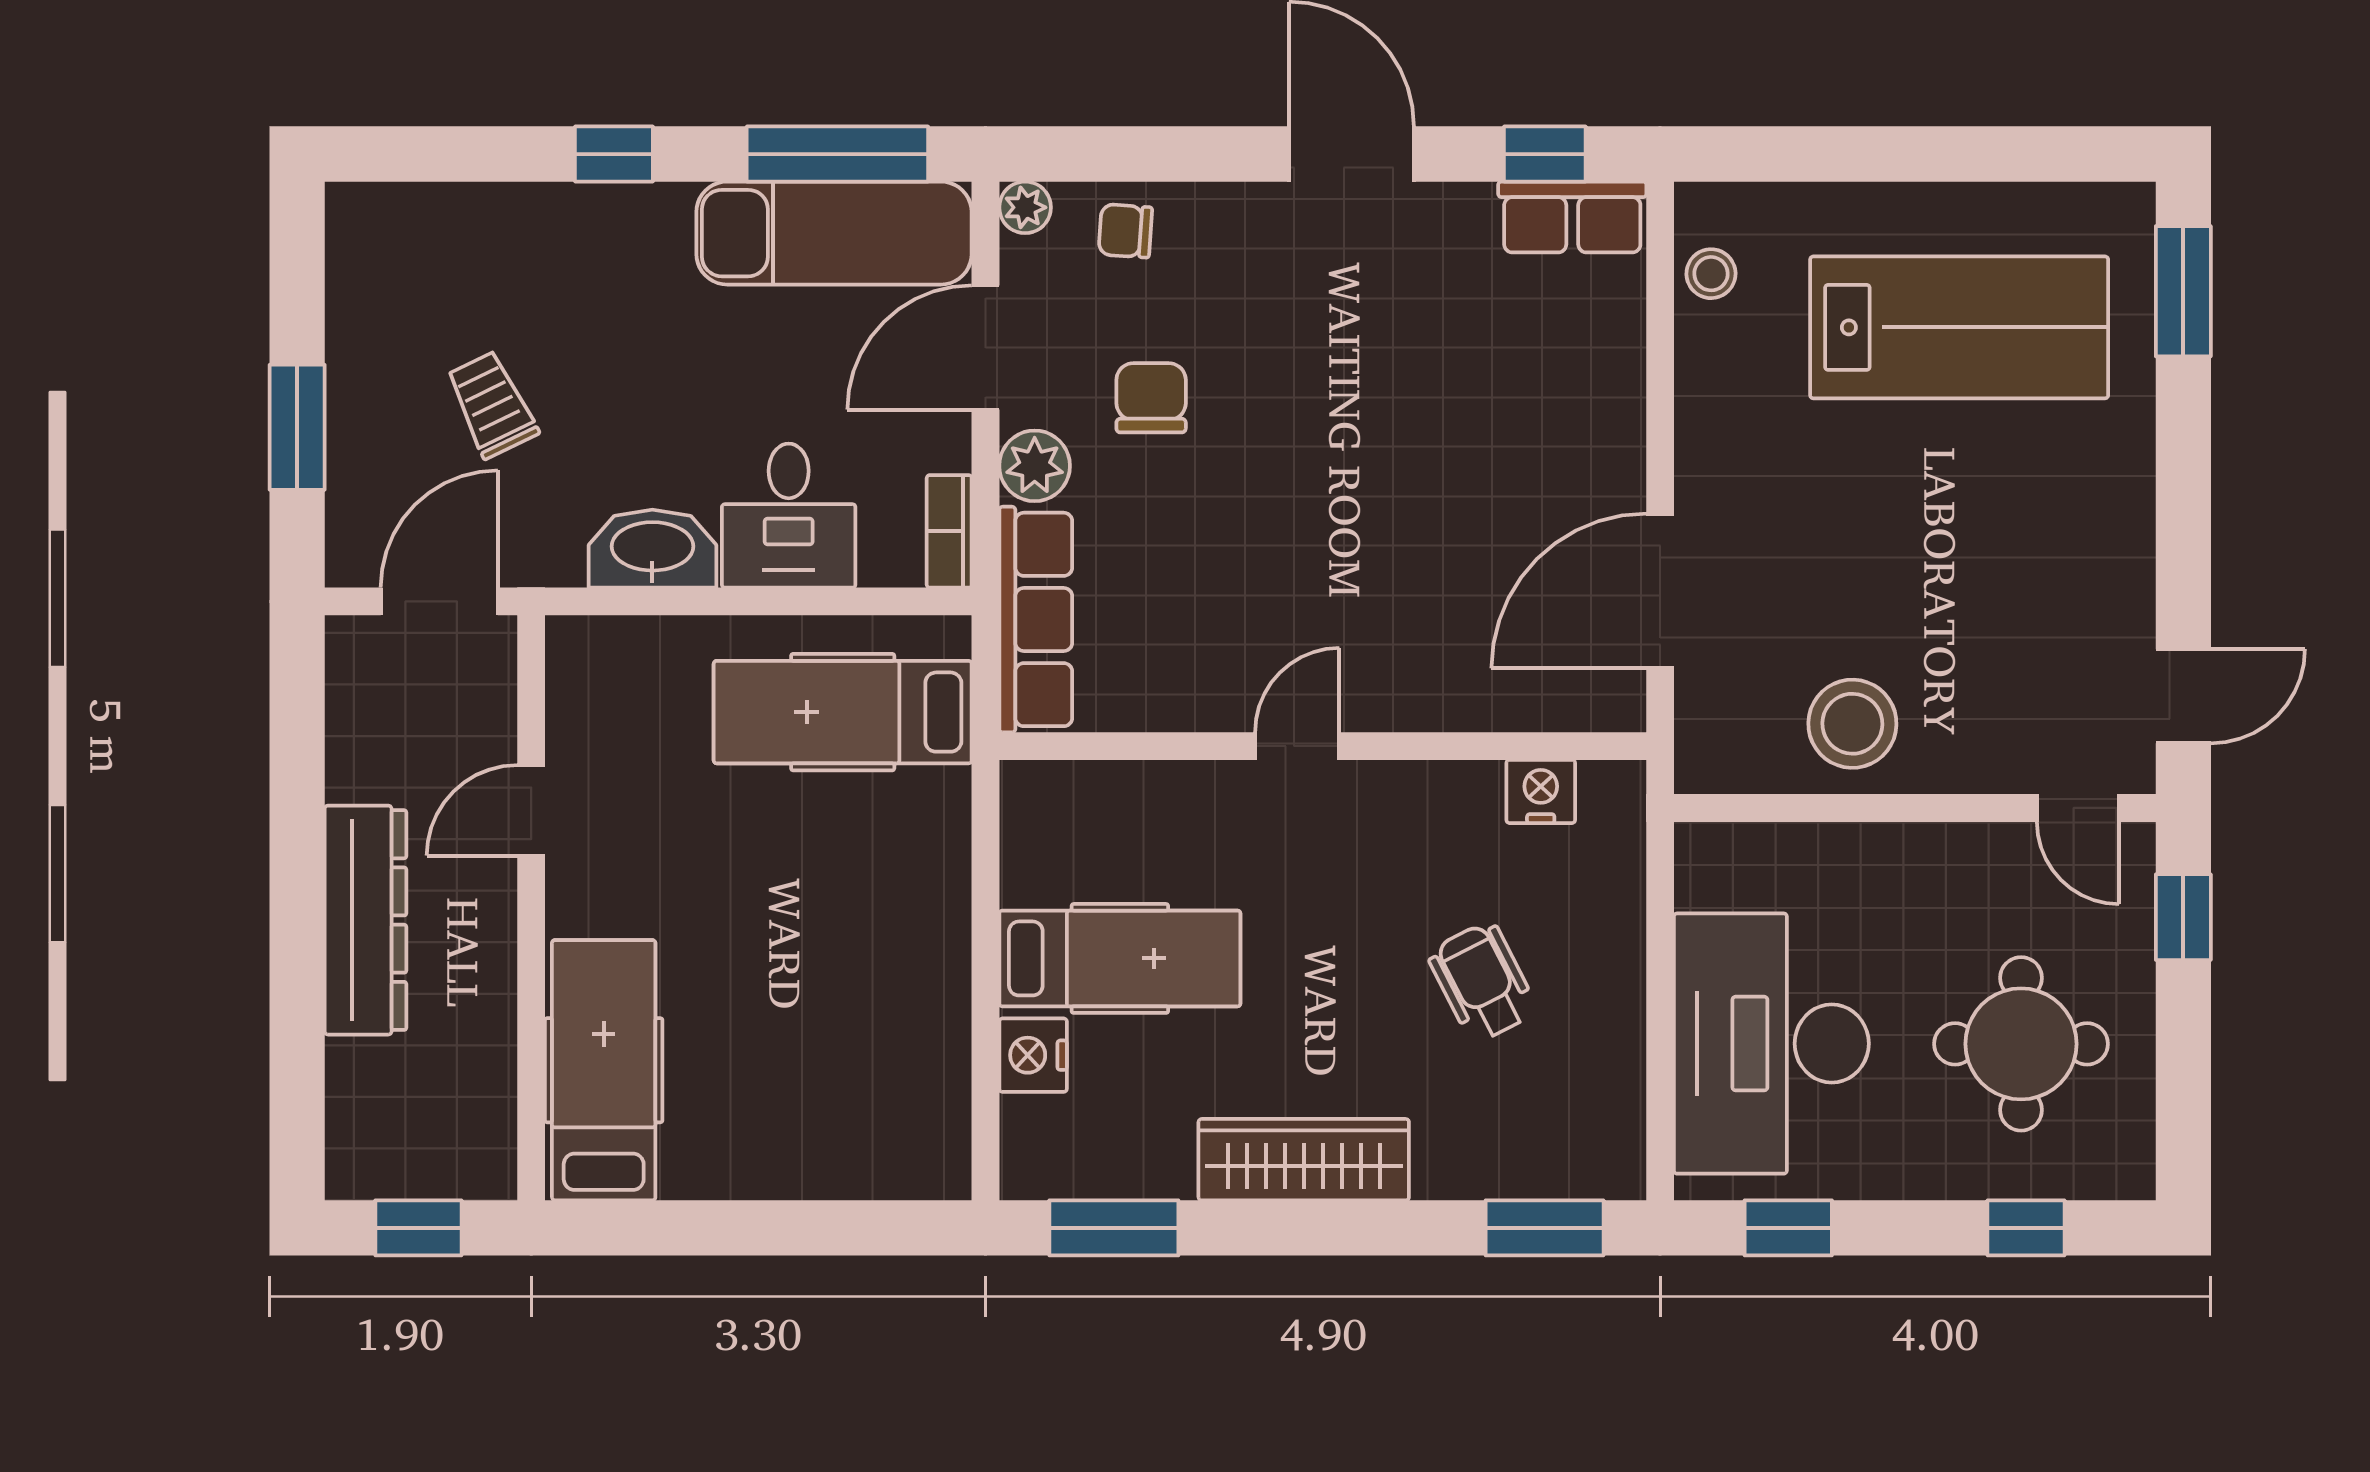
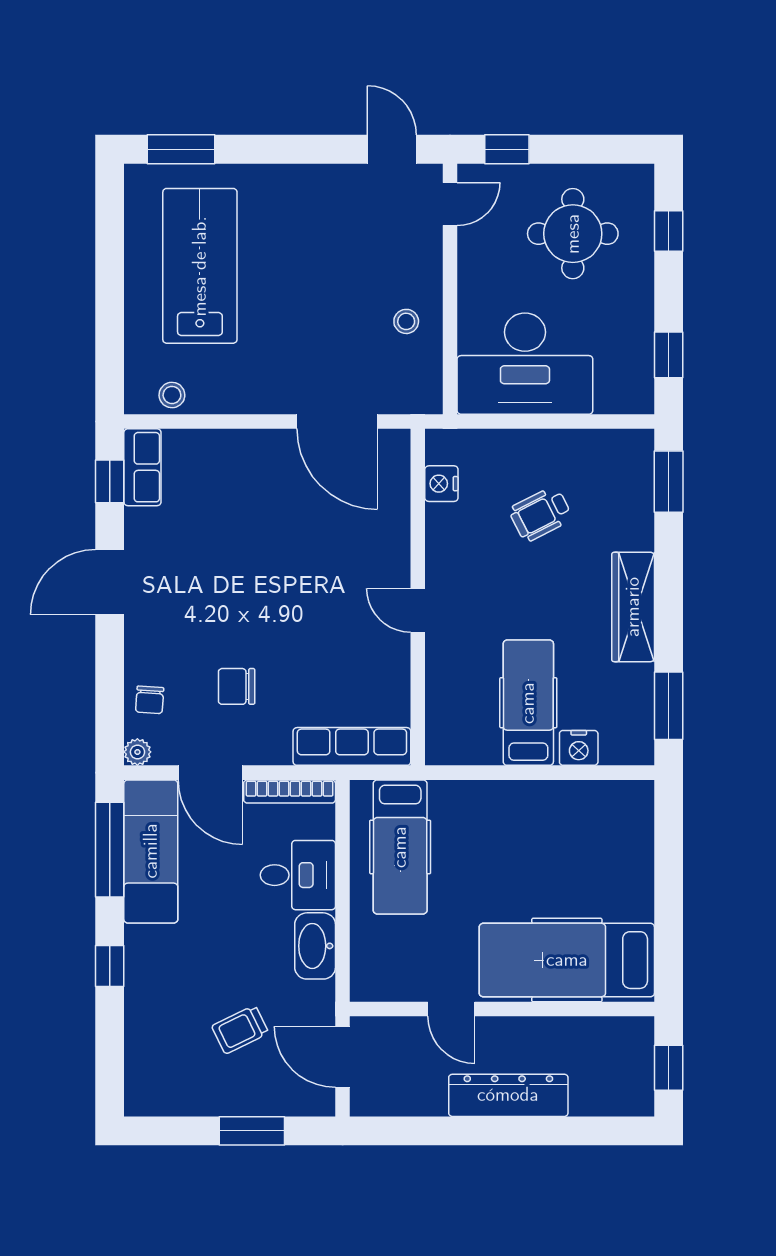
plant: (1035, 466) -> (272, 747), removed
bookcase: (949, 531) -> (290, 791), width x1.56
stool: (1852, 724) -> (406, 321), width x0.53, depth x0.53
desk: (1771, 1044) -> (525, 364), moved
hospital bed: (604, 1070) -> (567, 960), width x1.37, depth x1.29

